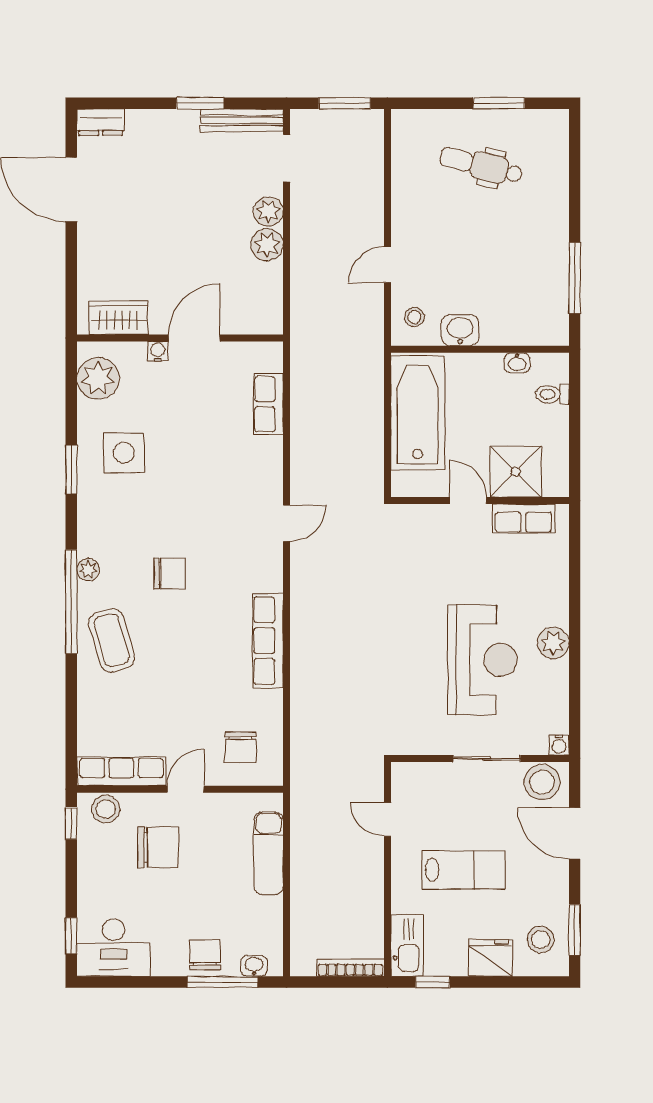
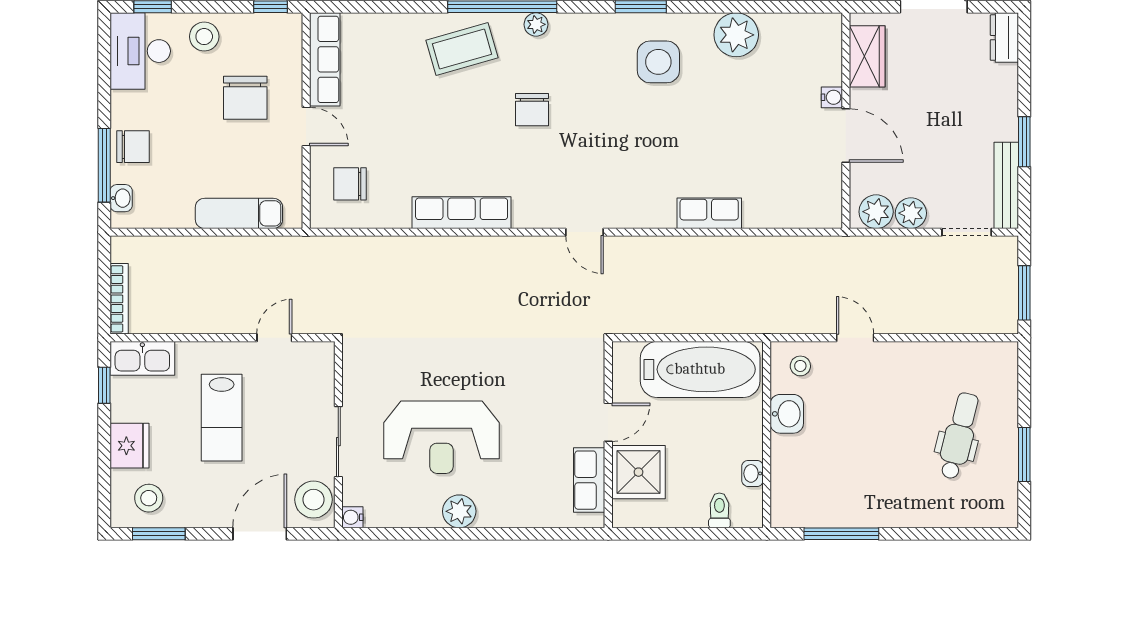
wardrobe: (119, 318) -> (867, 56), moved
wall: (180, 338) -> (846, 121), moved
door: (194, 338) -> (846, 136), moved
water cooler: (158, 351) -> (832, 97), moved
stool: (106, 809) -> (204, 37), moved

